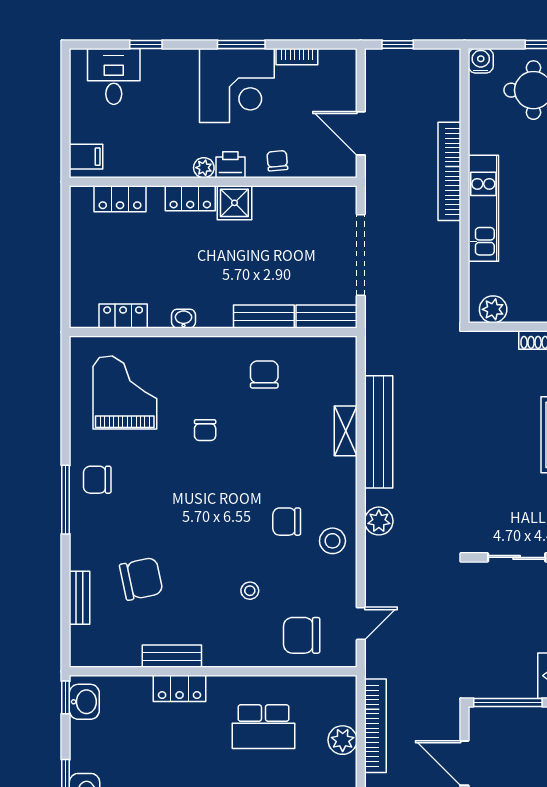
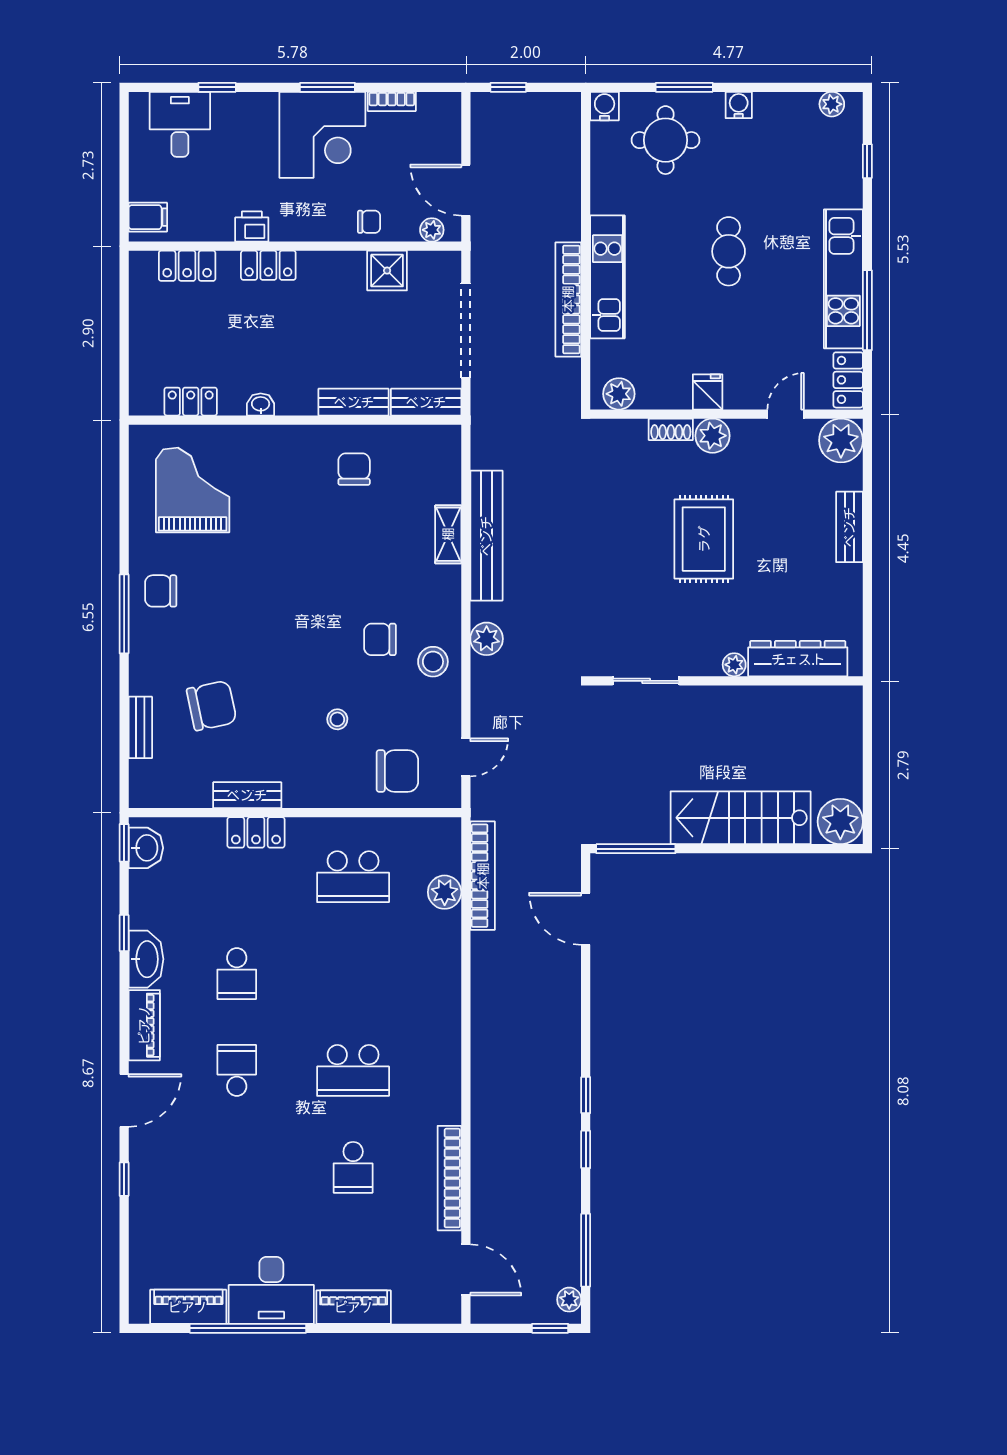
chair: (277, 161) -> (369, 222), turned 95
printer: (230, 165) -> (252, 227), moved
plant: (204, 168) -> (432, 230), moved
bookcase: (449, 171) -> (568, 299), moved
shower: (234, 203) -> (387, 271), moved
chair: (205, 430) -> (286, 534), removed
chair: (302, 635) -> (397, 771), turned 180

